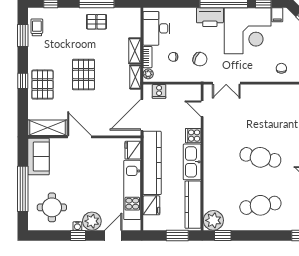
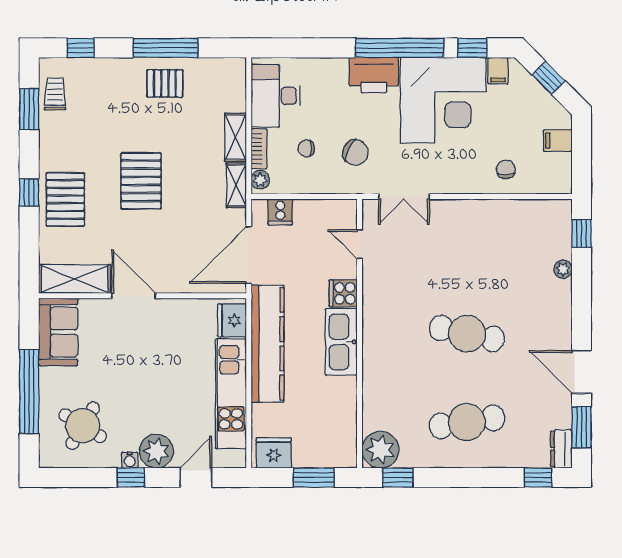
fridge: (151, 205) -> (274, 453), moved, turned -90
kitchen counter: (193, 205) -> (343, 421), removed
round table: (52, 207) -> (83, 426), turned 31

